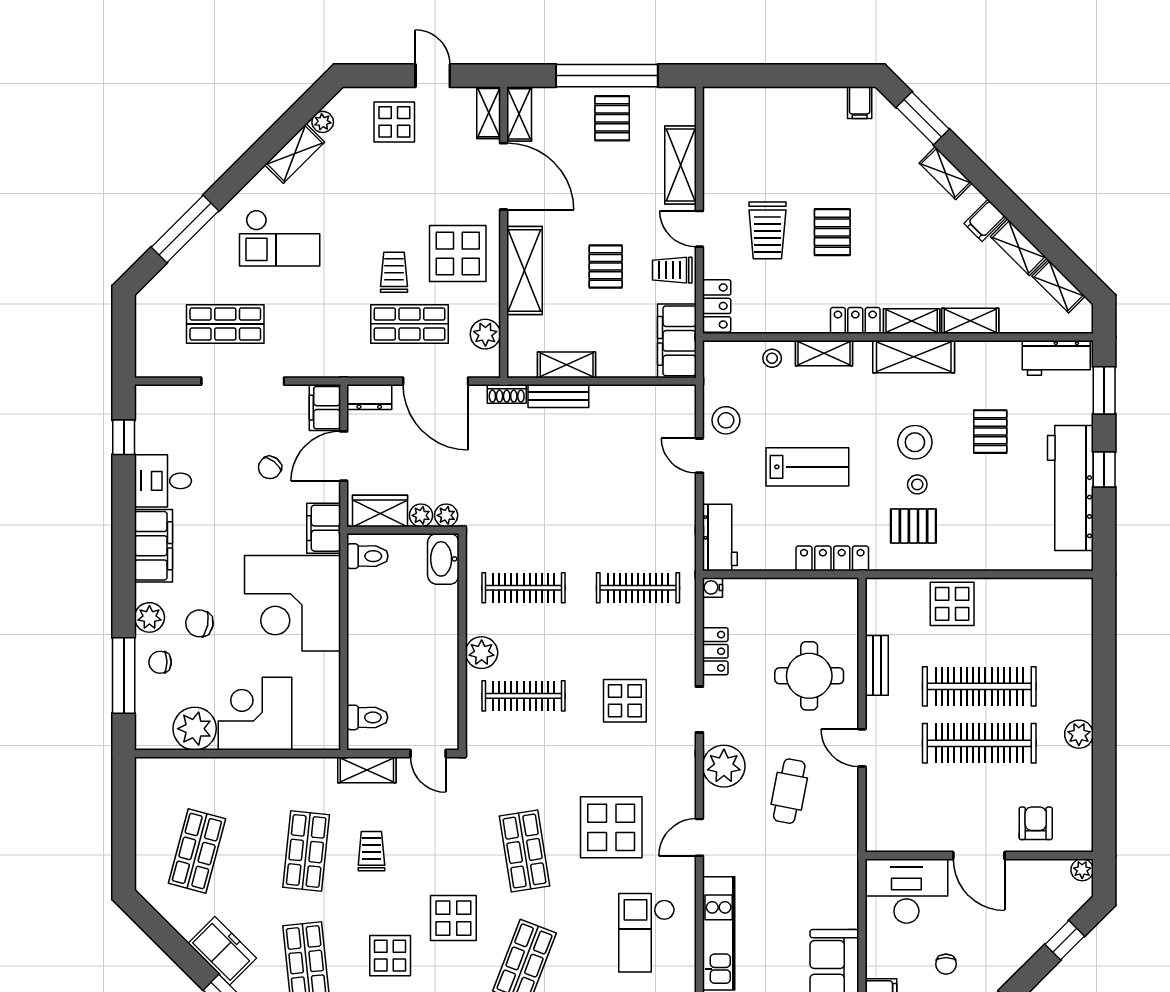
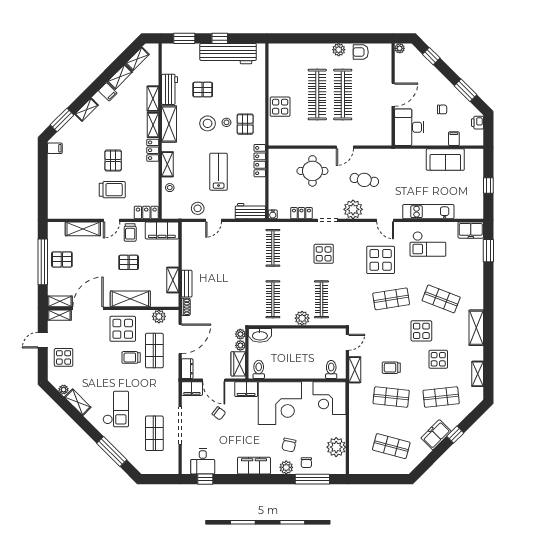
pallet: (832, 232) -> (113, 161), turned 90
workbench: (1056, 358) -> (170, 89), moved
desk: (163, 481) -> (203, 461), moved
bench: (877, 665) -> (308, 141), removed
corner desk: (255, 714) -> (329, 398), moved
armchair: (1036, 823) -> (361, 52), moved

